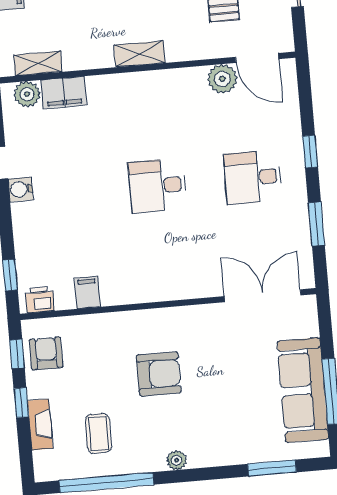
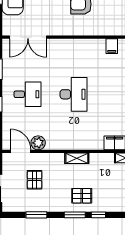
desk: (158, 186) -> (74, 94), width x1.37

